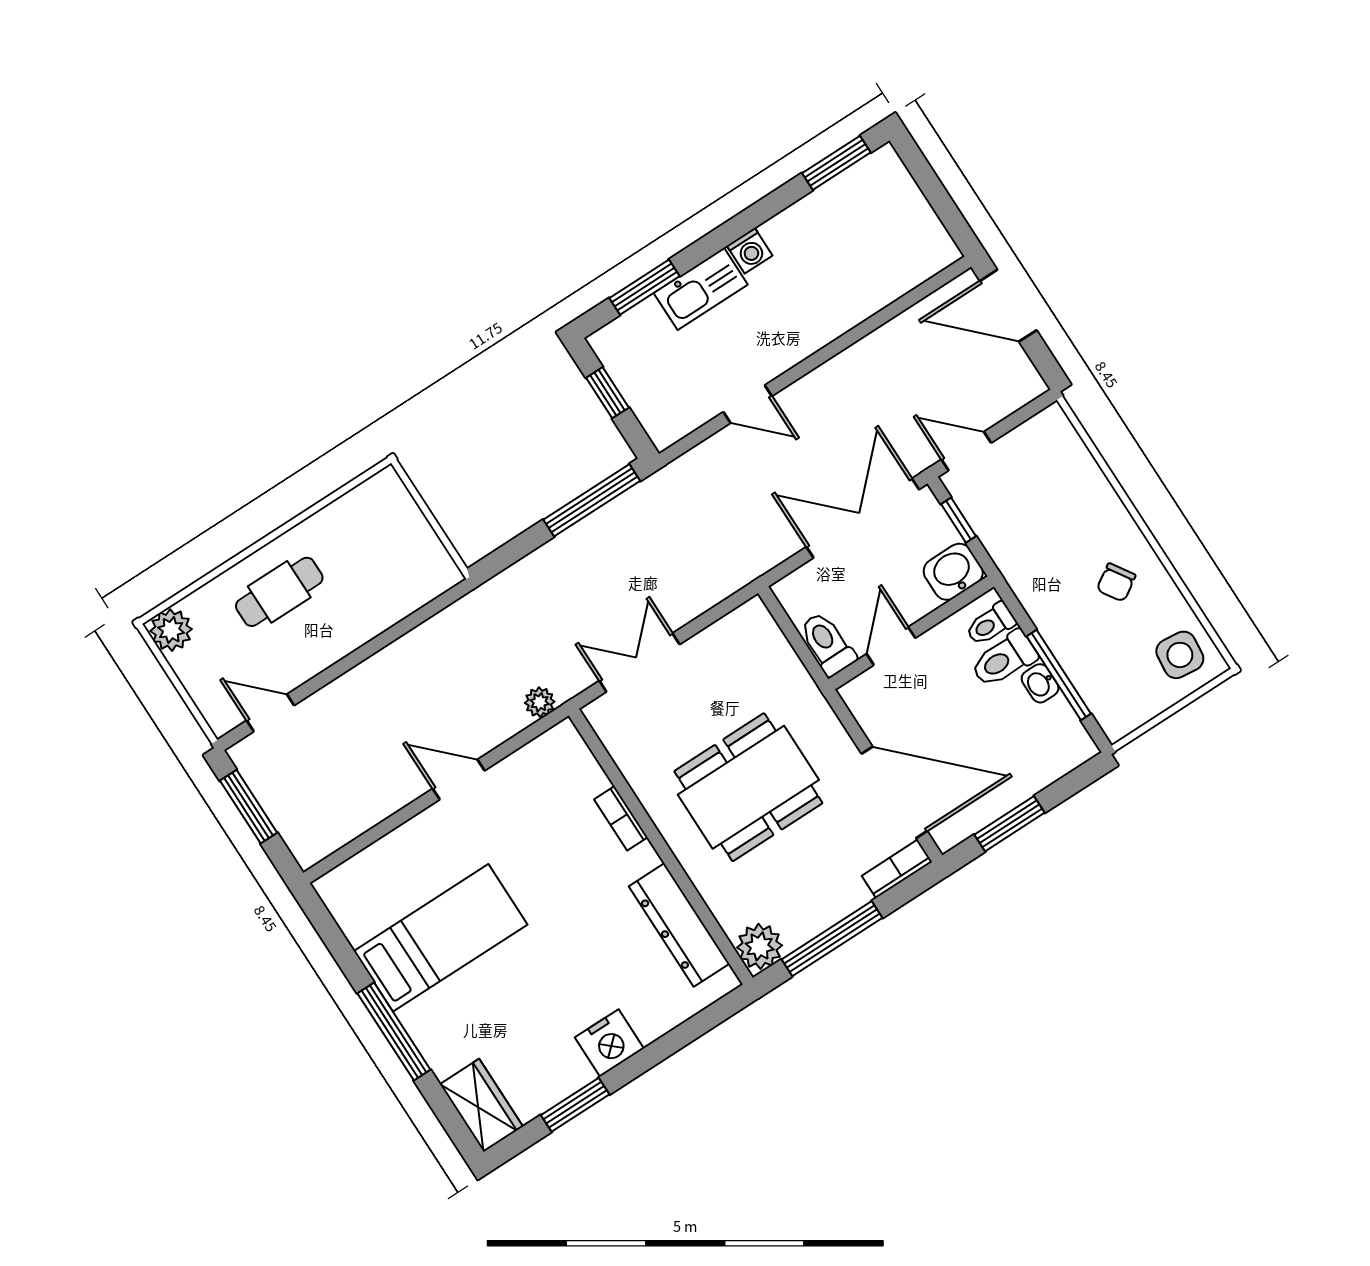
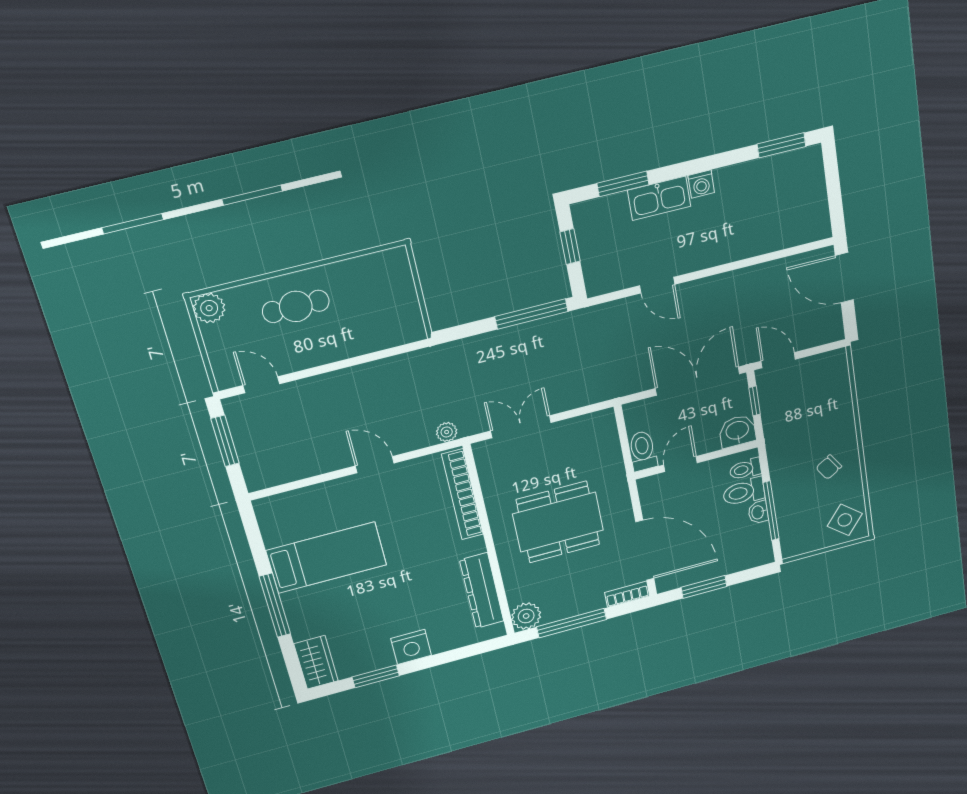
side table: (1180, 655) -> (845, 520), turned 33
bookcase: (621, 818) -> (463, 495), width x2.31, depth x1.31

